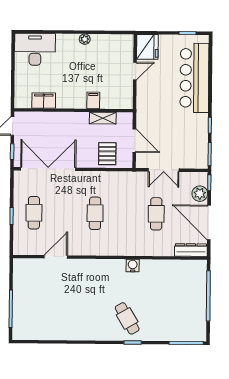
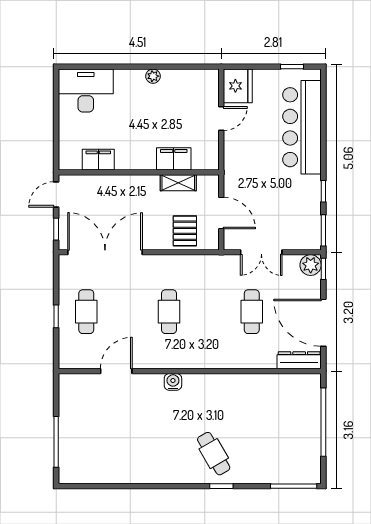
filing cabinet: (93, 100) -> (174, 159), width x2.00
plant: (200, 194) -> (311, 265), moved
water cooler: (133, 265) -> (173, 382), moved

